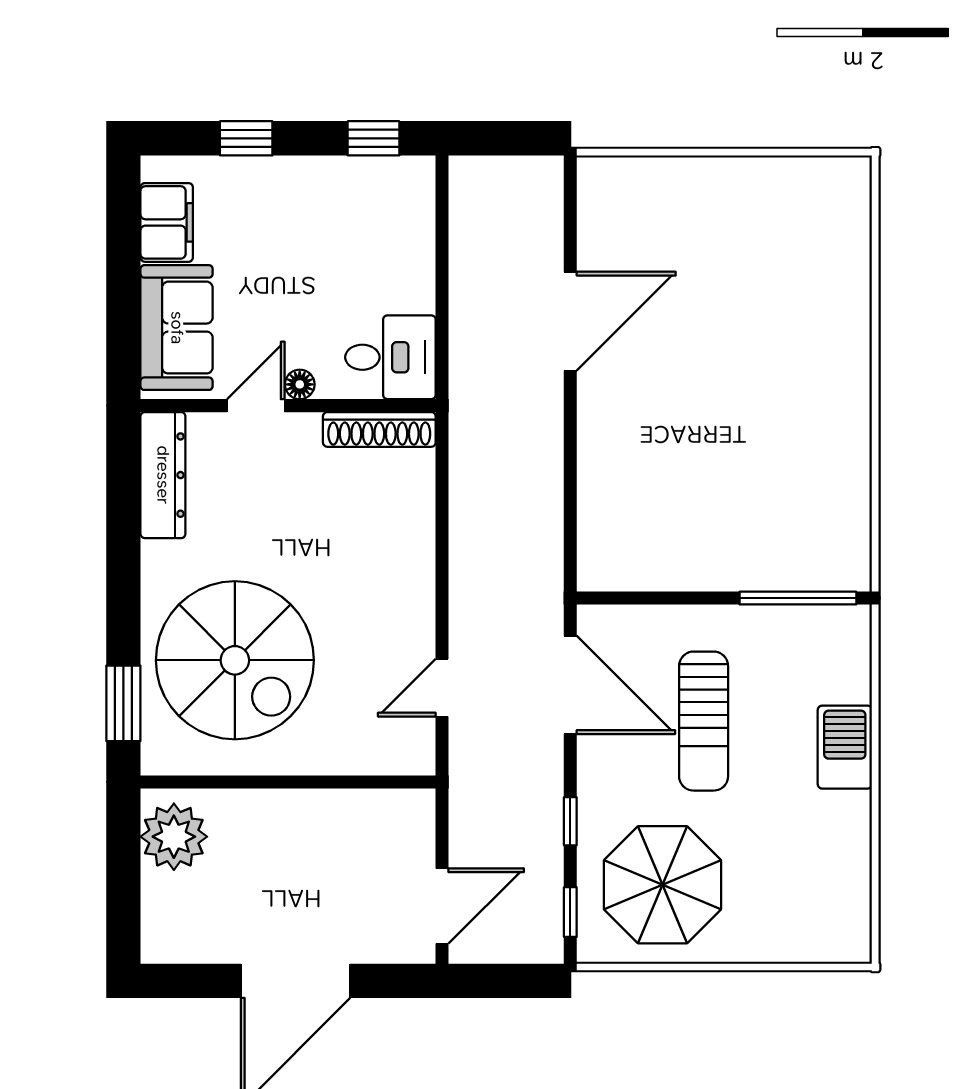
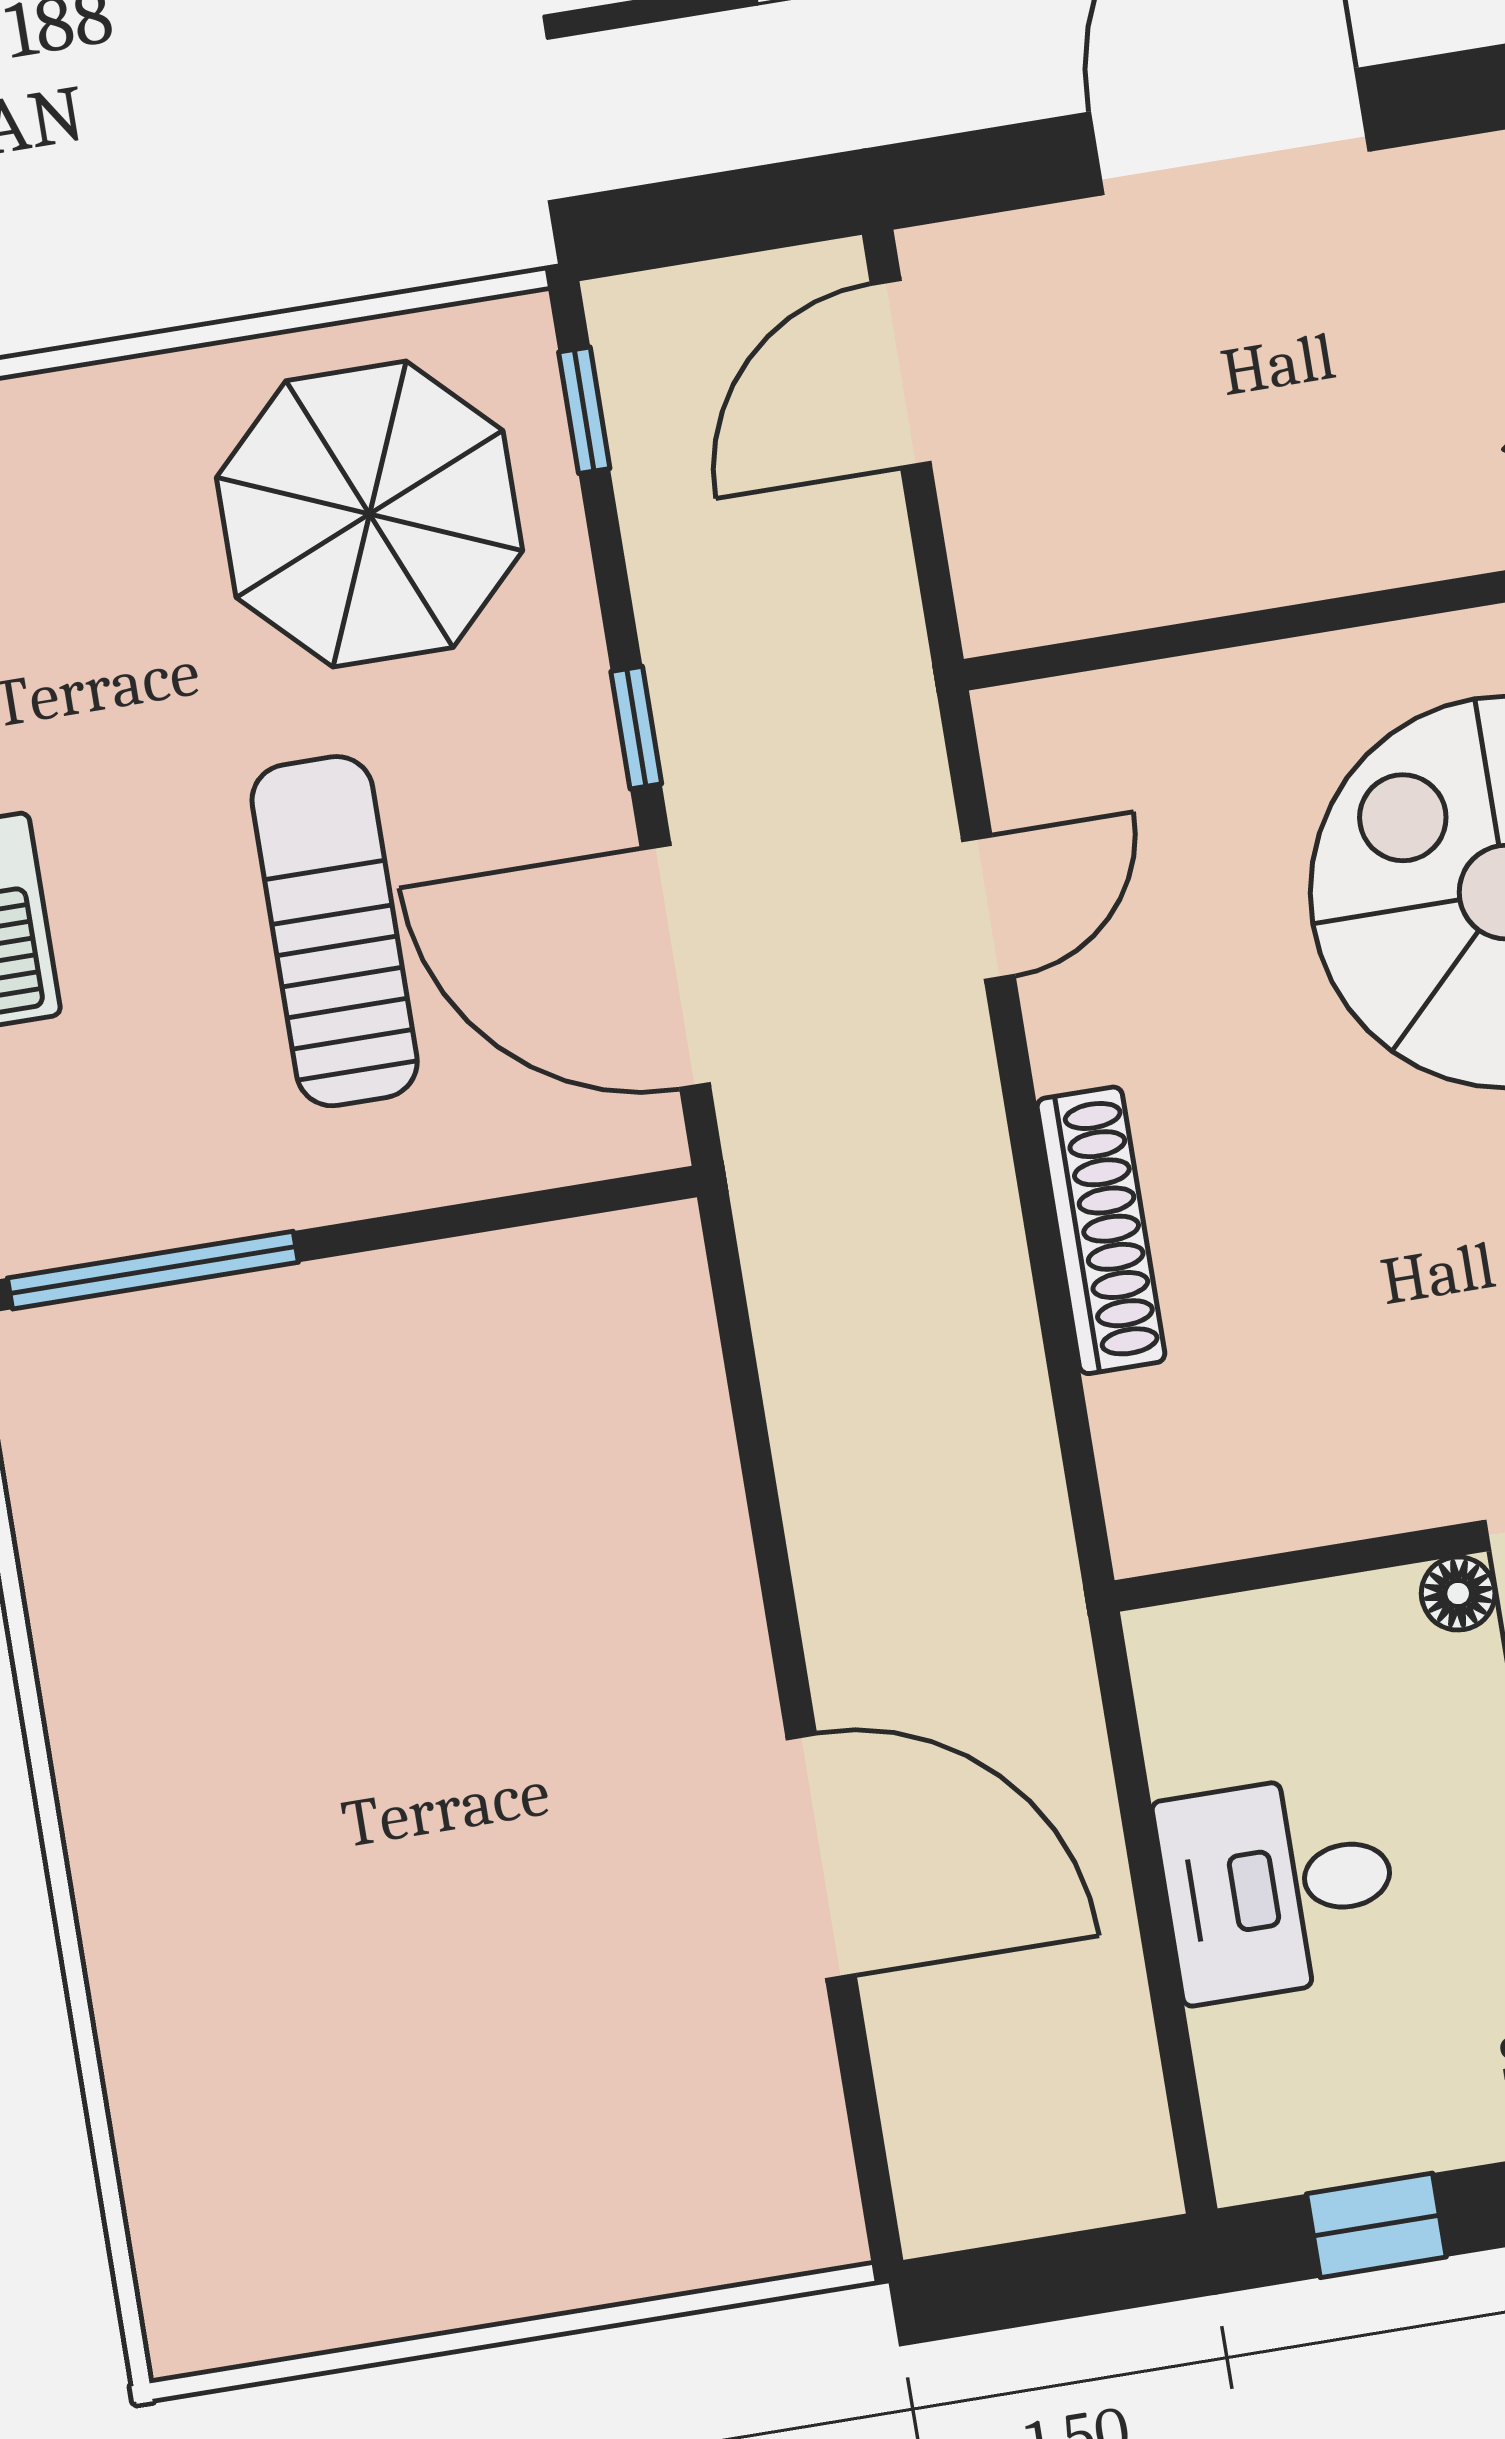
door: (570, 321) -> (821, 1857), swing flipped
desk: (390, 357) -> (1278, 1887), moved
shoe rack: (379, 429) -> (1101, 1230), moved, turned 90
window: (570, 821) -> (636, 728), moved

